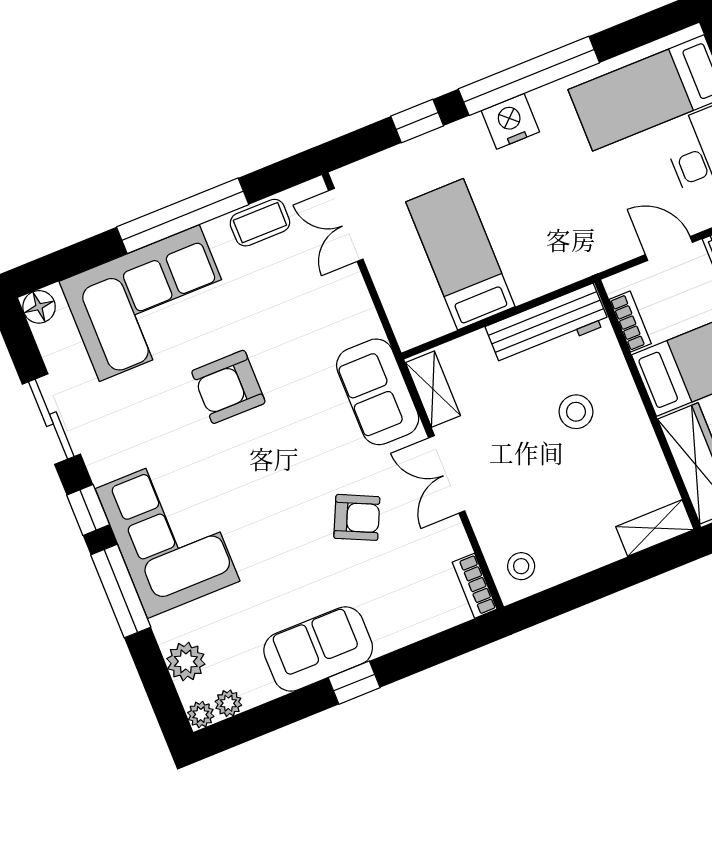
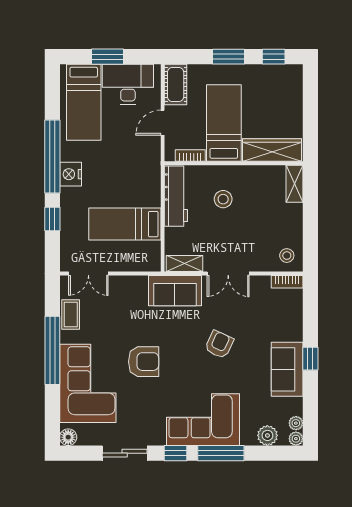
armchair: (228, 387) -> (144, 362), turned -90
armchair: (357, 517) -> (219, 344), moved

